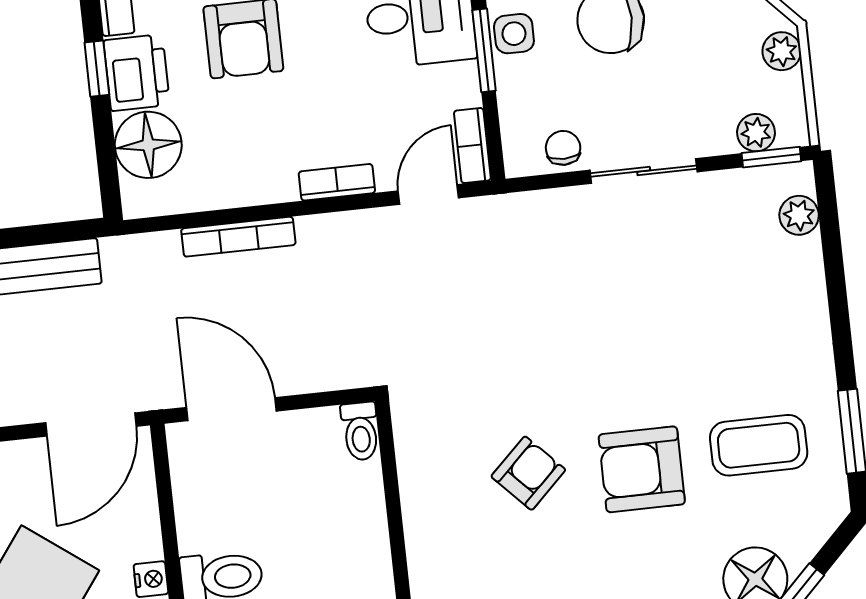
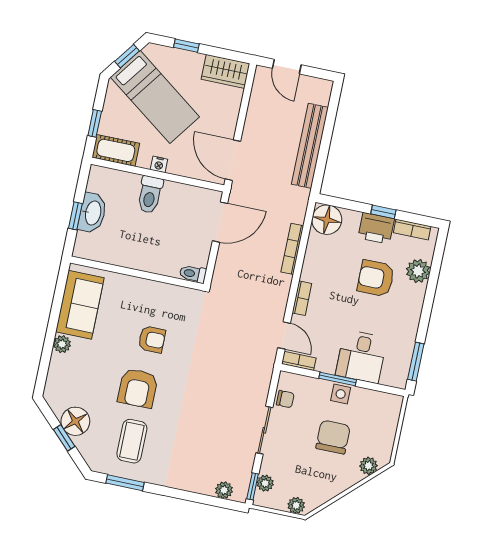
floor lamp: (148, 145) -> (327, 220), moved
armchair: (642, 469) -> (138, 388), turned 180
armchair: (528, 473) -> (152, 339), turned -46

